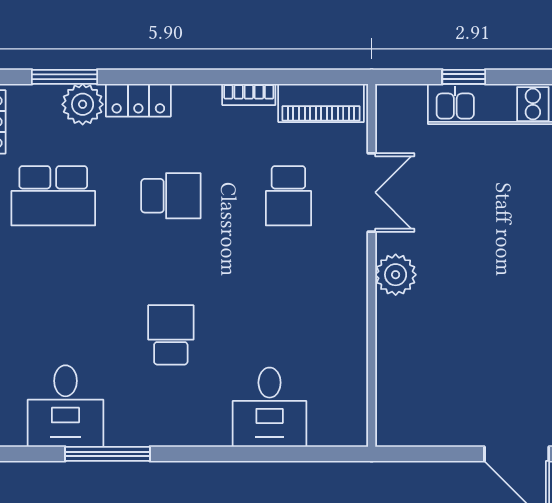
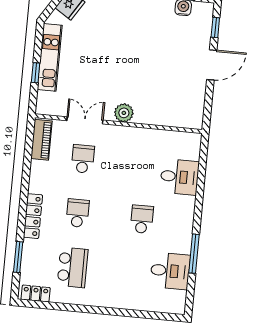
bookcase: (249, 94) -> (34, 173), removed
locker: (138, 100) -> (33, 216), width x1.53
plant: (83, 104) -> (32, 250), removed
school desk: (288, 196) -> (83, 159), turned -90
school desk: (171, 335) -> (142, 219), turned 90

